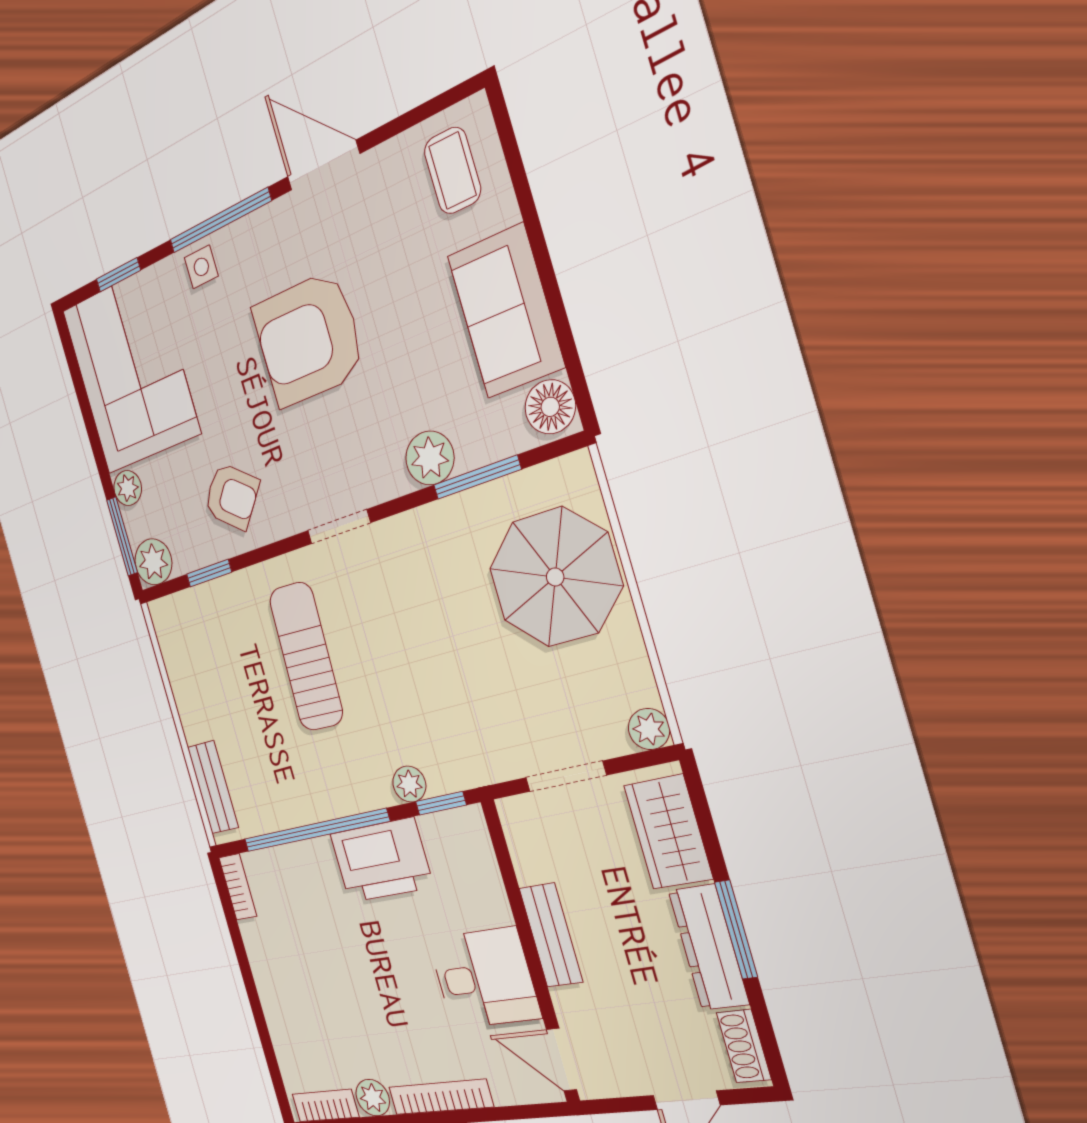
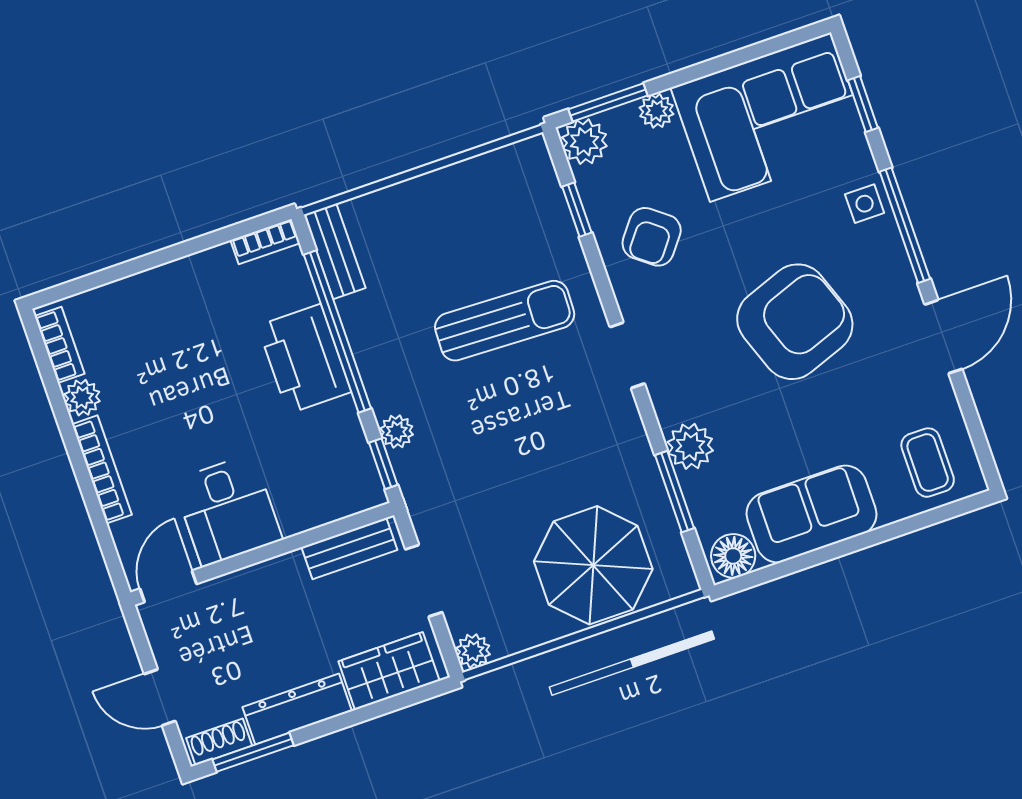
coffee table: (452, 171) -> (928, 463), turned 90
armchair: (308, 339) -> (795, 322), turned 70
bench: (213, 787) -> (335, 251), moved, turned 90
printer: (381, 860) -> (304, 359), moved
window: (736, 930) -> (253, 752), moved
bench: (551, 935) -> (349, 549), moved

